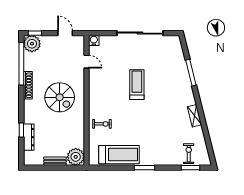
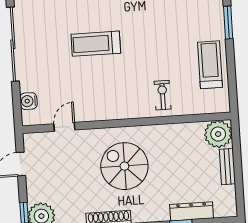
water cooler: (94, 40) -> (29, 101), moved
spiral stairs: (60, 97) -> (124, 166), turned -90
treadmill: (119, 155) -> (210, 65), width x0.73, depth x0.73

